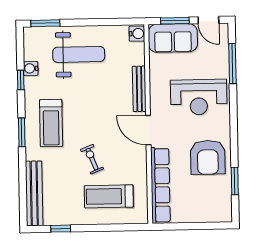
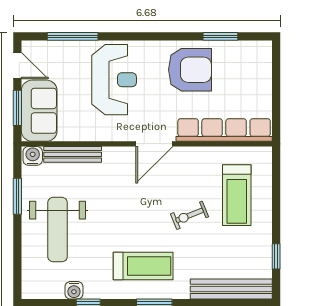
door: (208, 20) -> (17, 66), hinge flipped
window: (45, 23) -> (17, 196), moved
weight bench: (79, 54) -> (58, 230), turned 180
bench: (139, 89) -> (73, 154), moved

